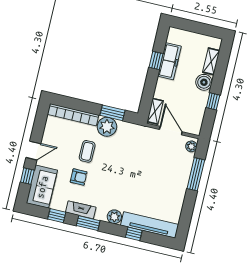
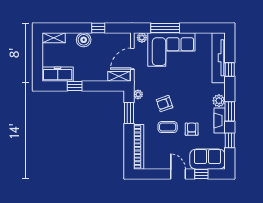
freezer: (169, 61) -> (58, 74), moved
shelving: (211, 61) -> (54, 38), moved
plant: (107, 127) -> (138, 94), moved, width x0.53, depth x0.53
armchair: (114, 154) -> (165, 104), added
corner sofa: (171, 175) -> (171, 49), added
plant: (114, 217) -> (219, 101), moved

